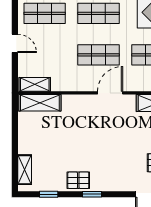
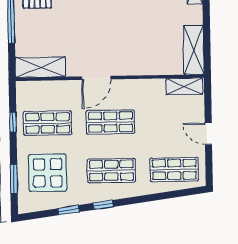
shelving: (40, 103) -> (194, 50), moved, turned 90

